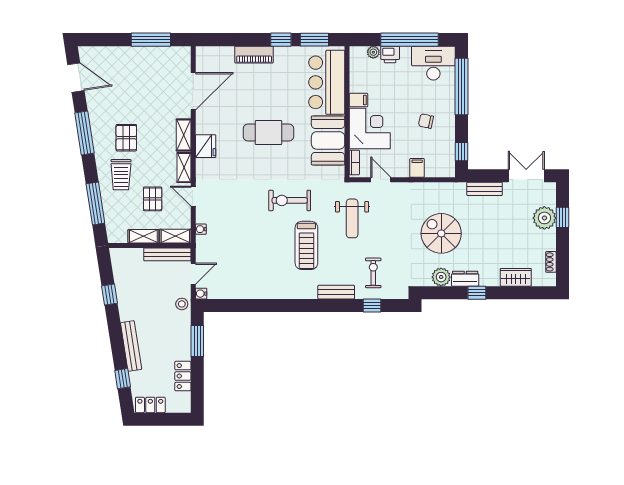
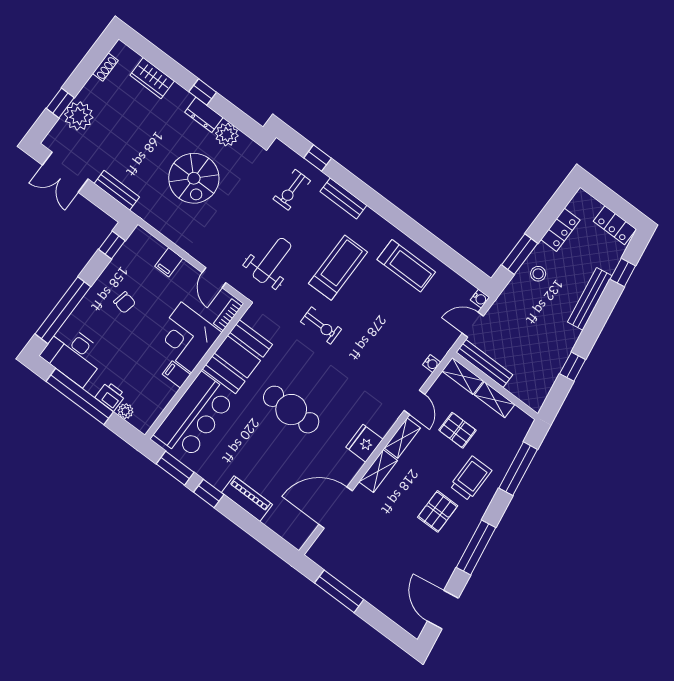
pallet: (153, 199) -> (457, 430), turned 90
exercise bike: (290, 200) -> (321, 325), width x0.73, depth x0.72
treadmill: (264, 279) -> (406, 266), added
stool: (182, 304) -> (538, 274), moved

